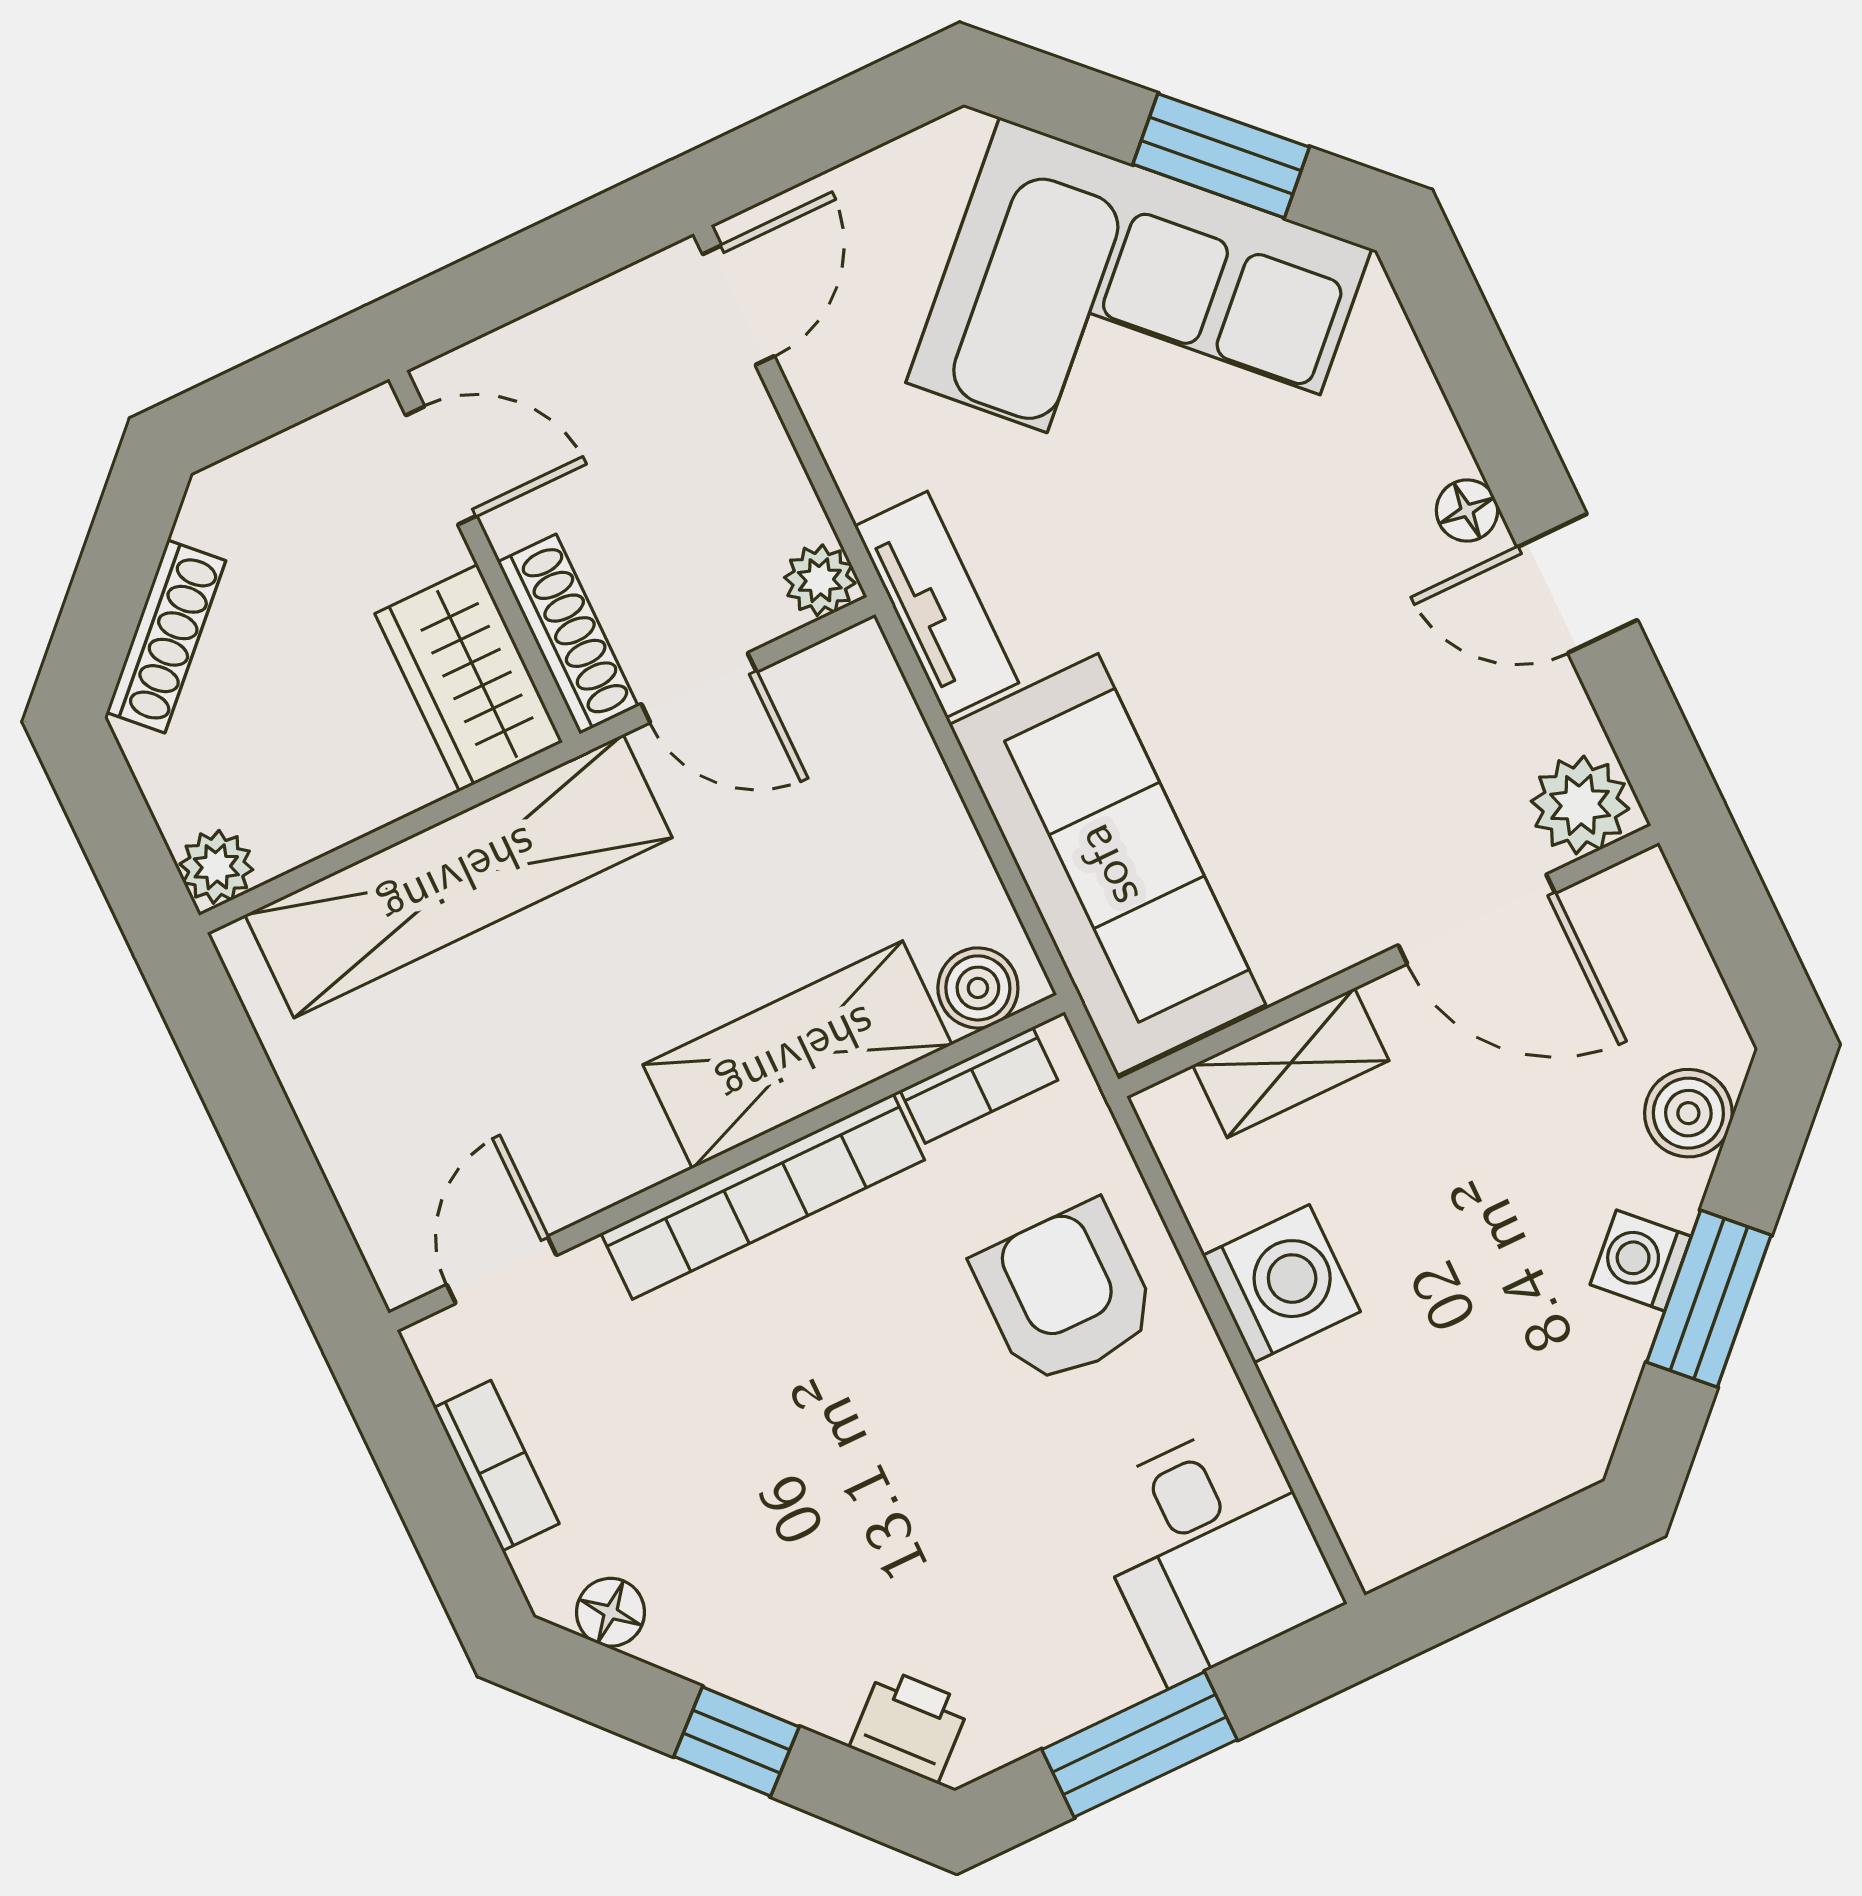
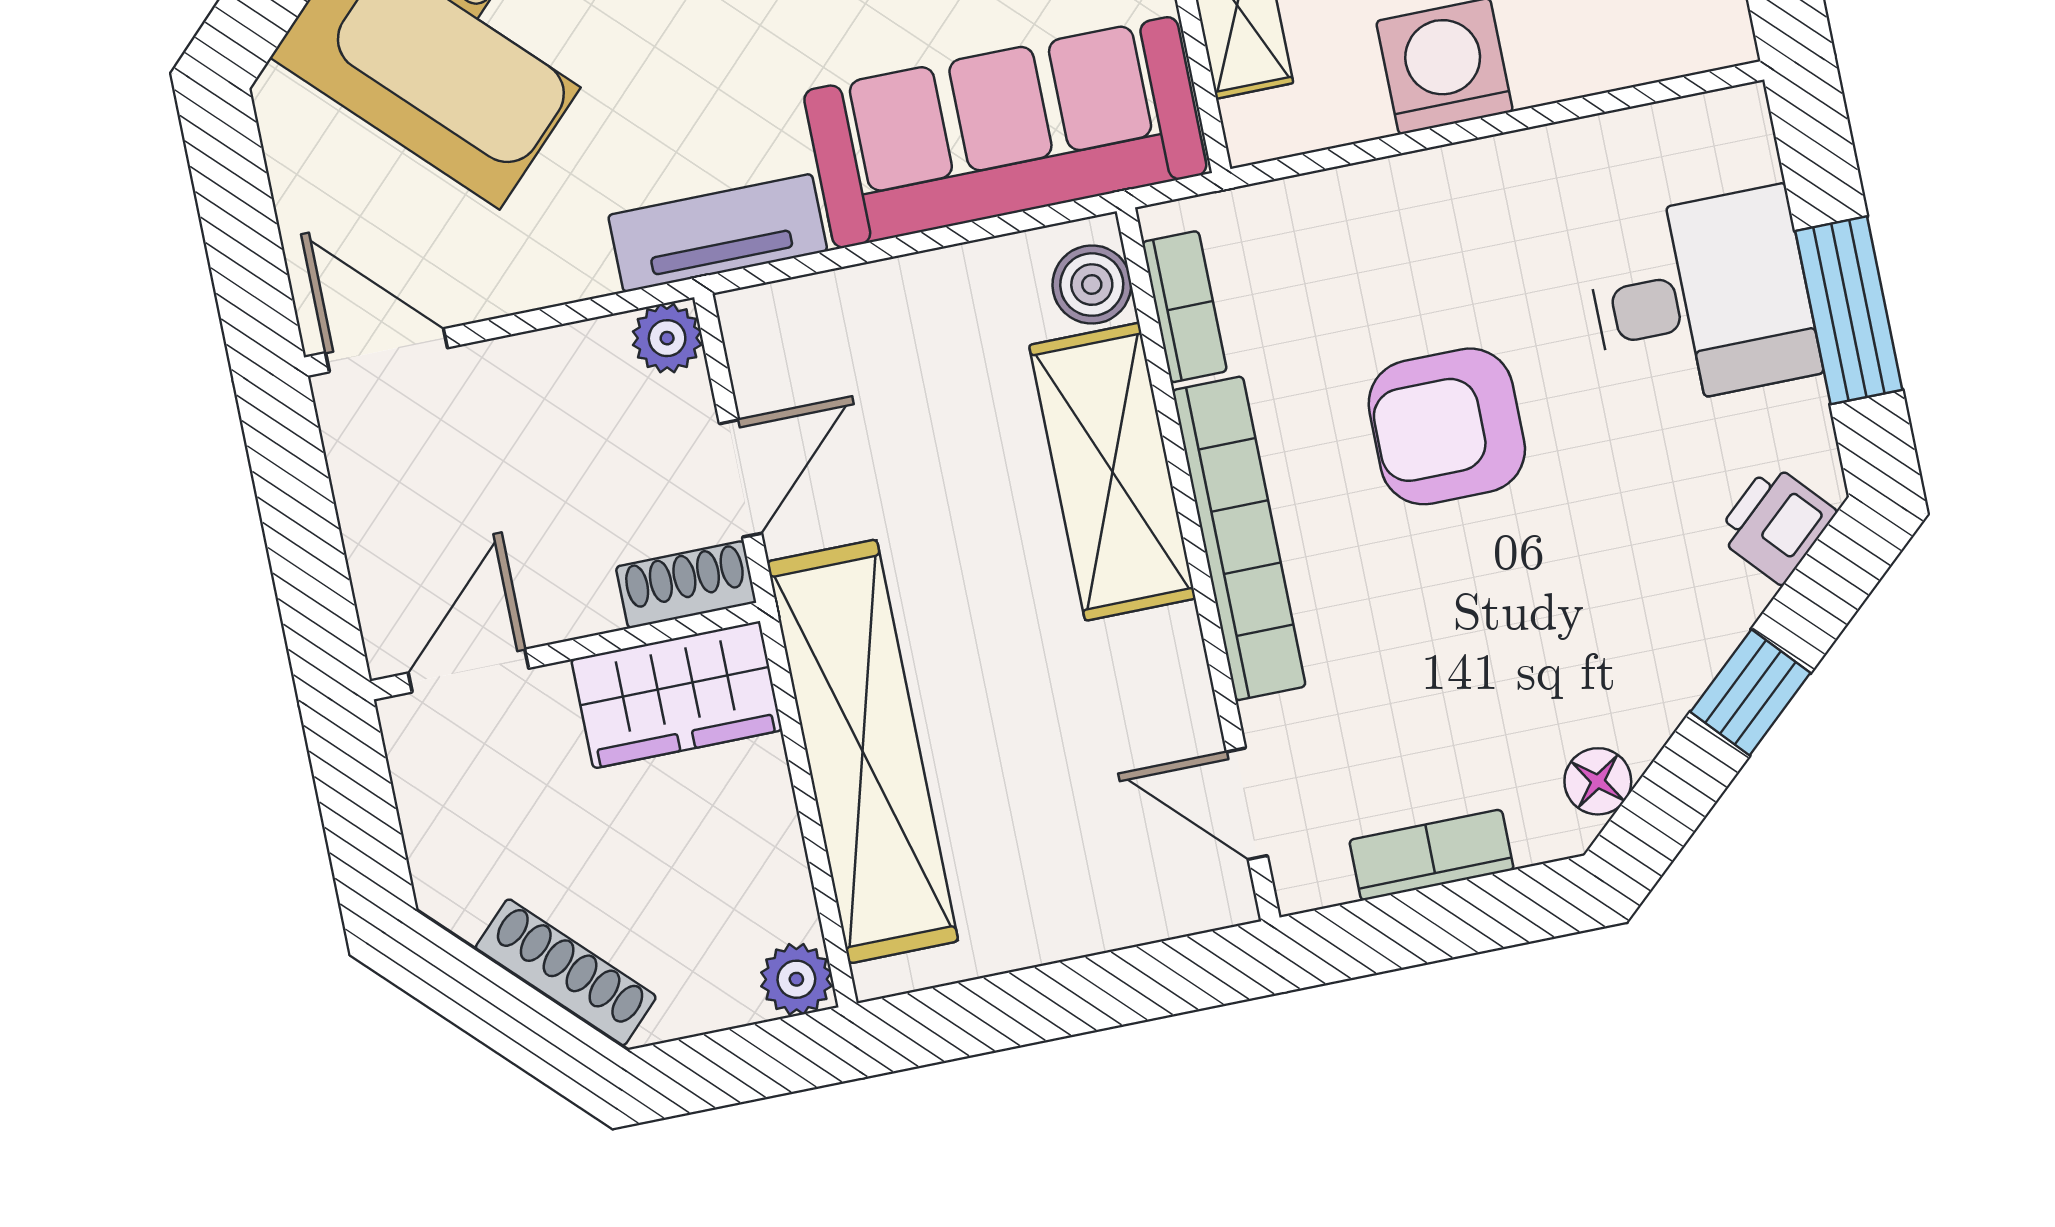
shoe rack: (568, 634) -> (686, 585), width x0.70
armchair: (1066, 1294) -> (1447, 426), moved
desk: (1212, 1550) -> (1702, 299), moved

